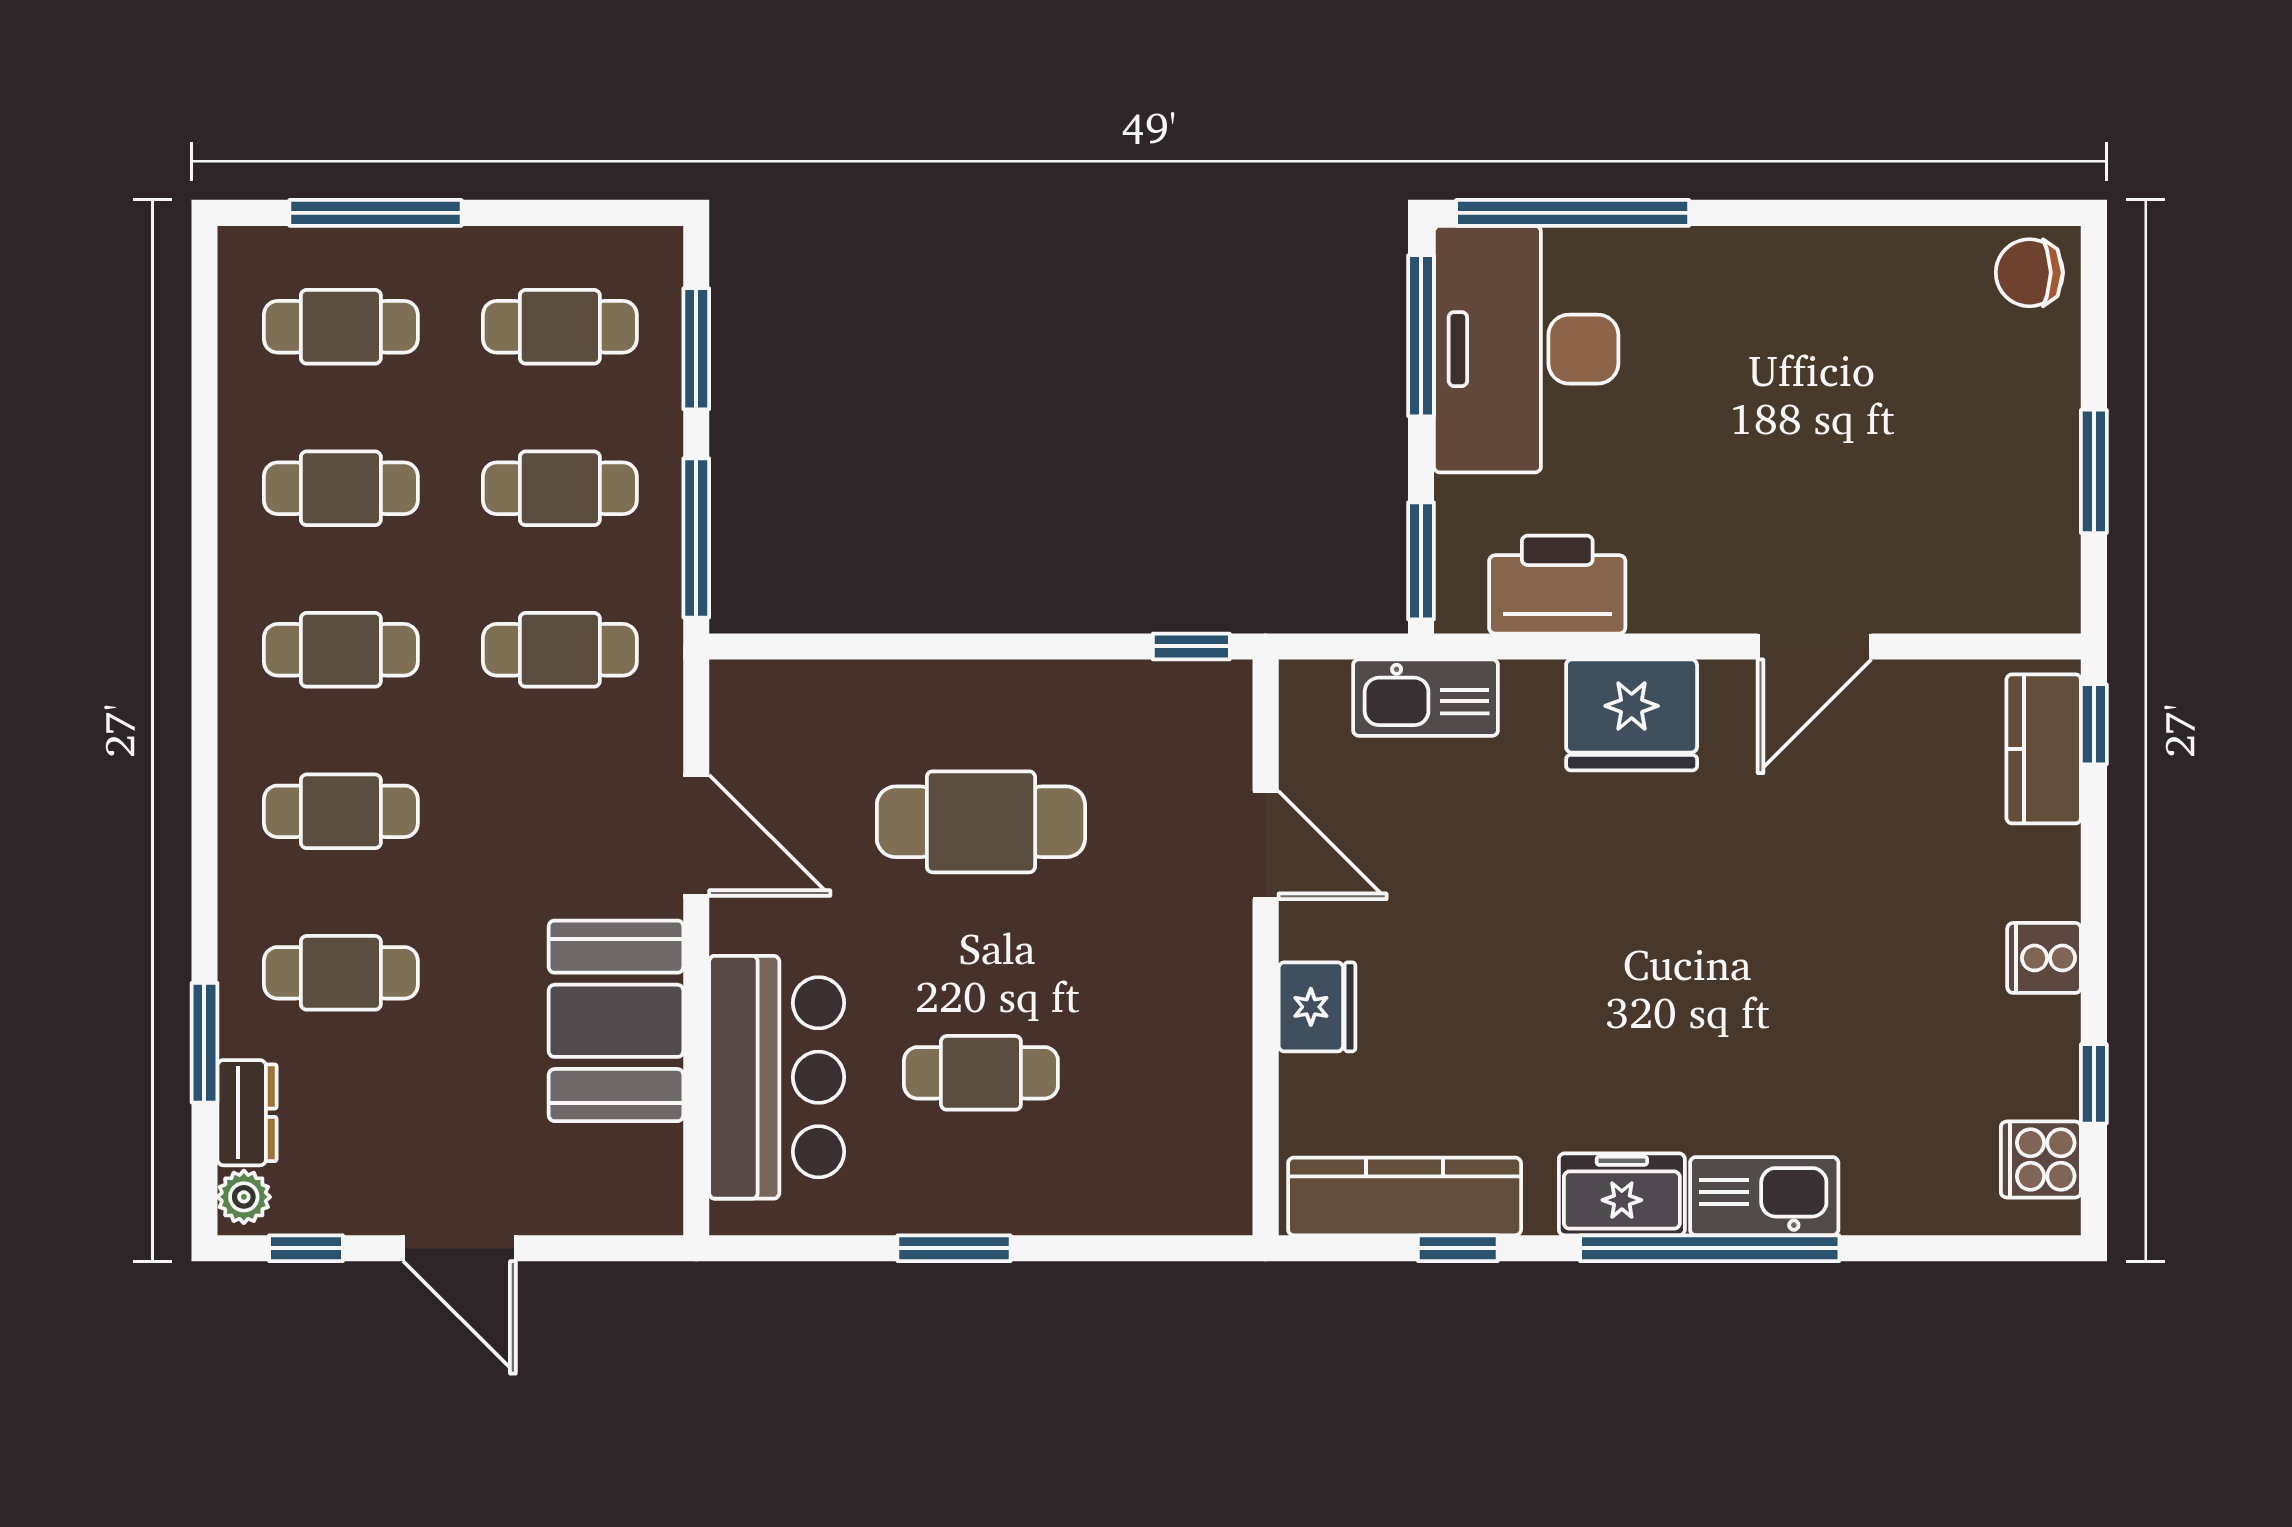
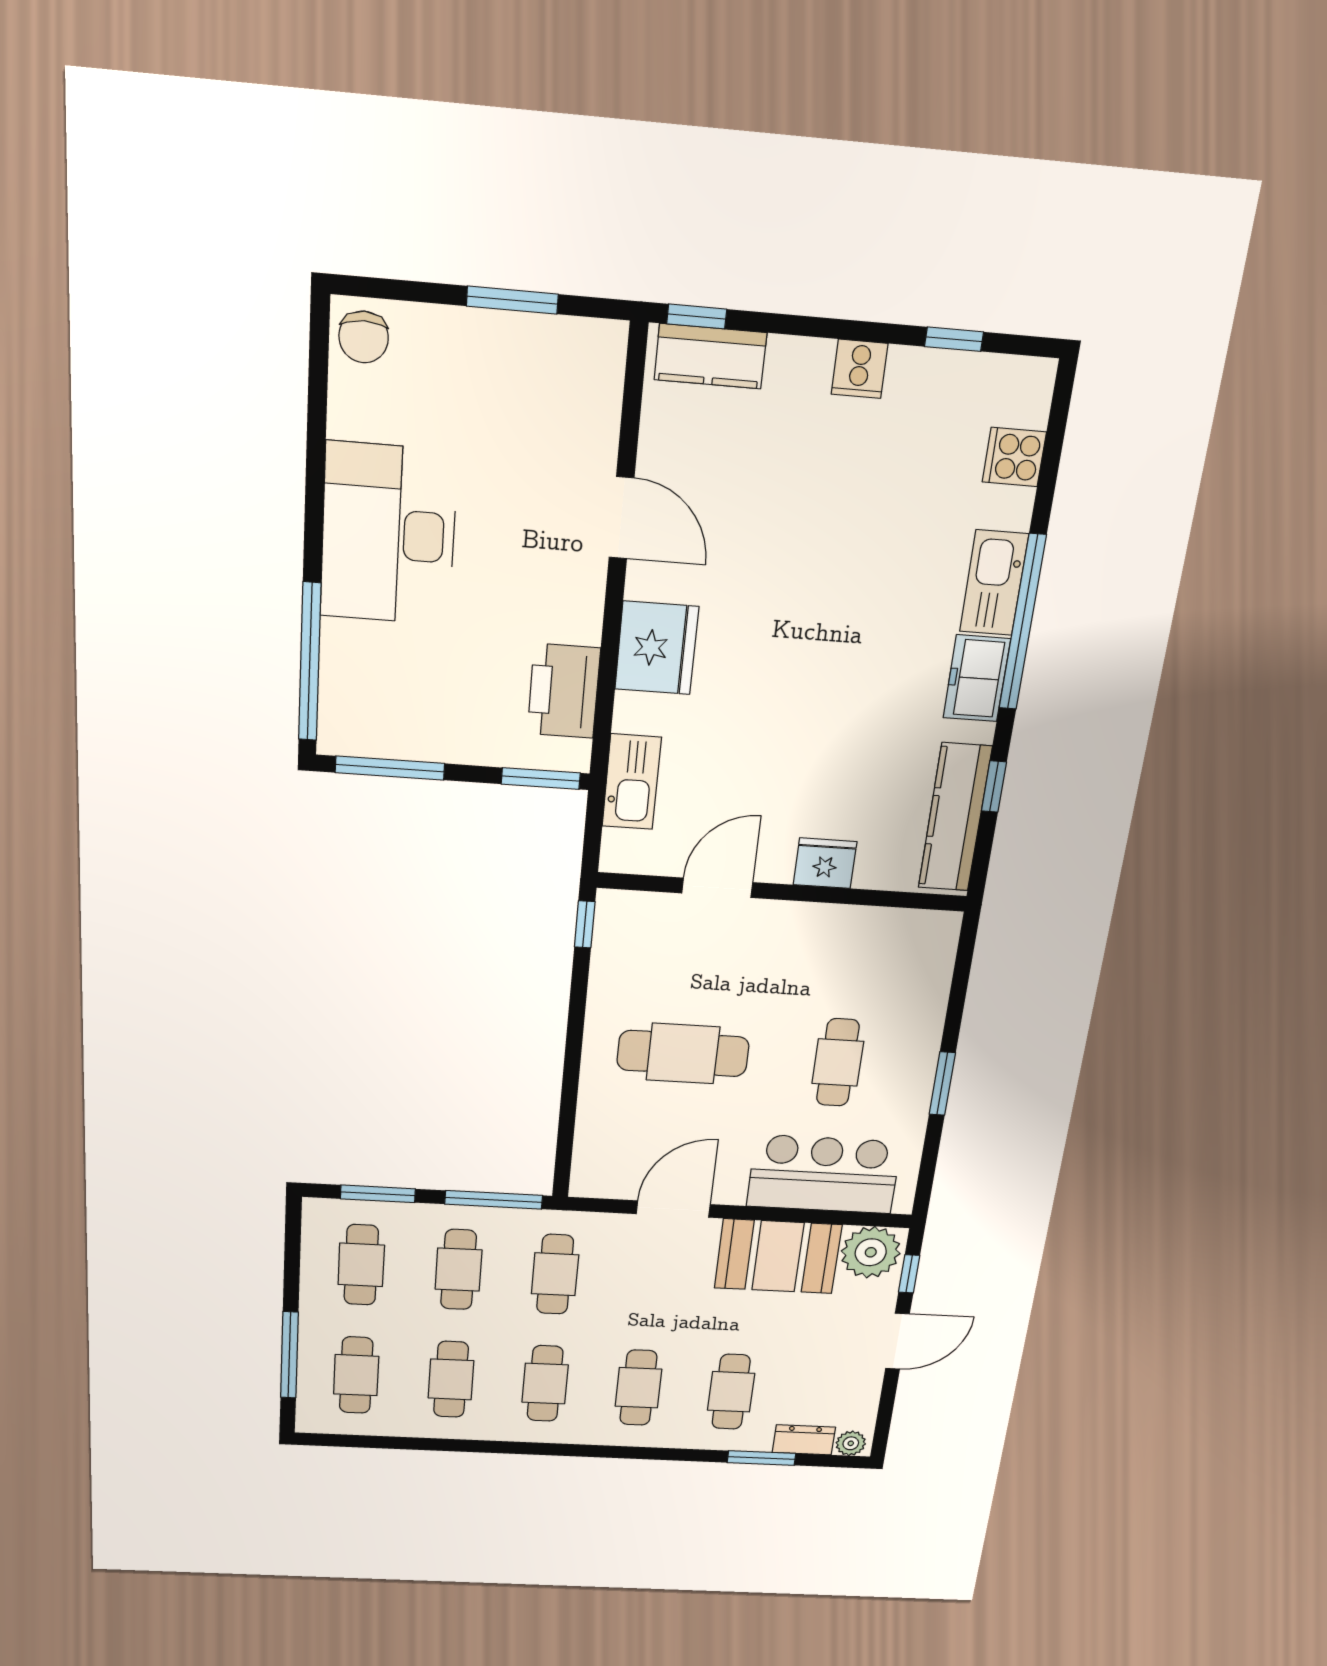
desk: (1526, 349) -> (388, 534), moved, turned 90
cafe table: (981, 822) -> (683, 1053), turned 90
cooker: (2041, 1160) -> (1014, 457), moved, turned 90
plant: (633, 1177) -> (871, 1252), added
window: (306, 1248) -> (909, 1274), moved

